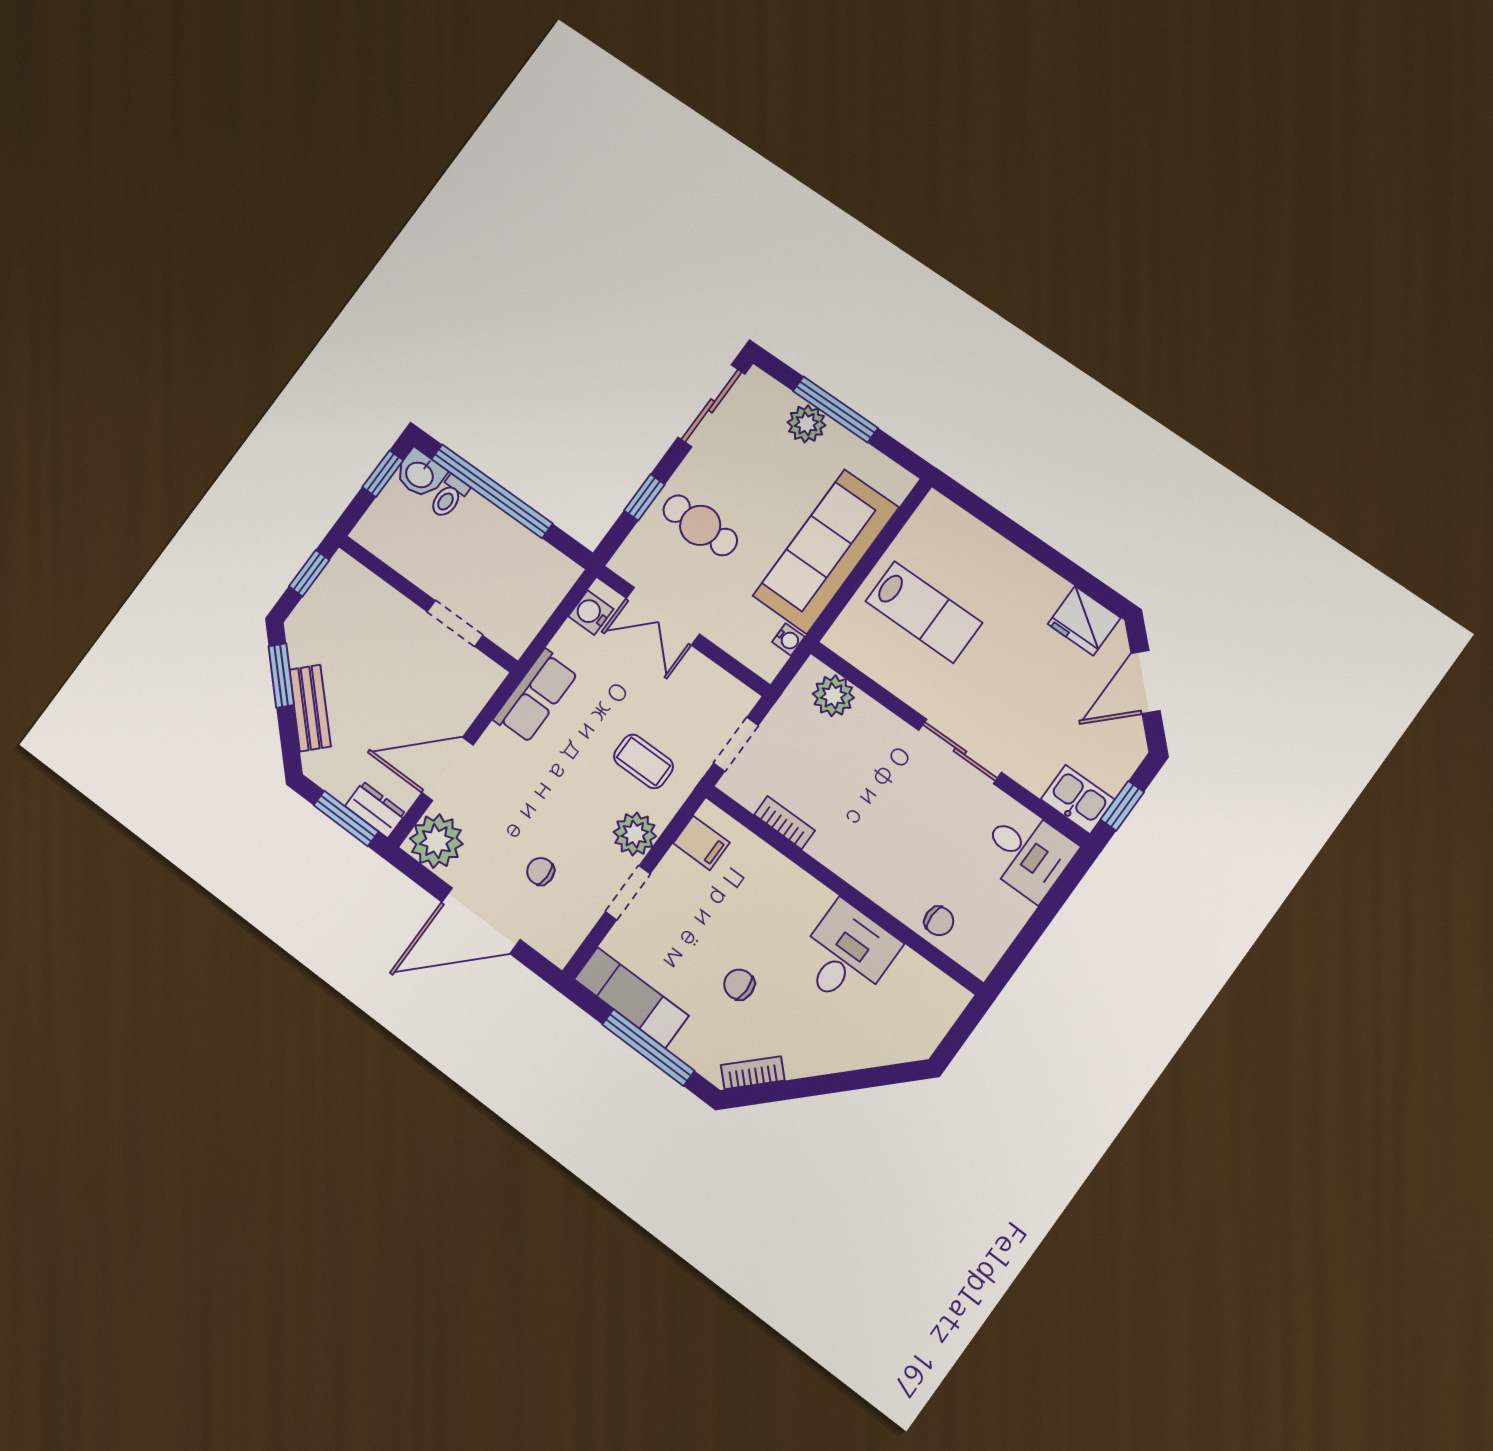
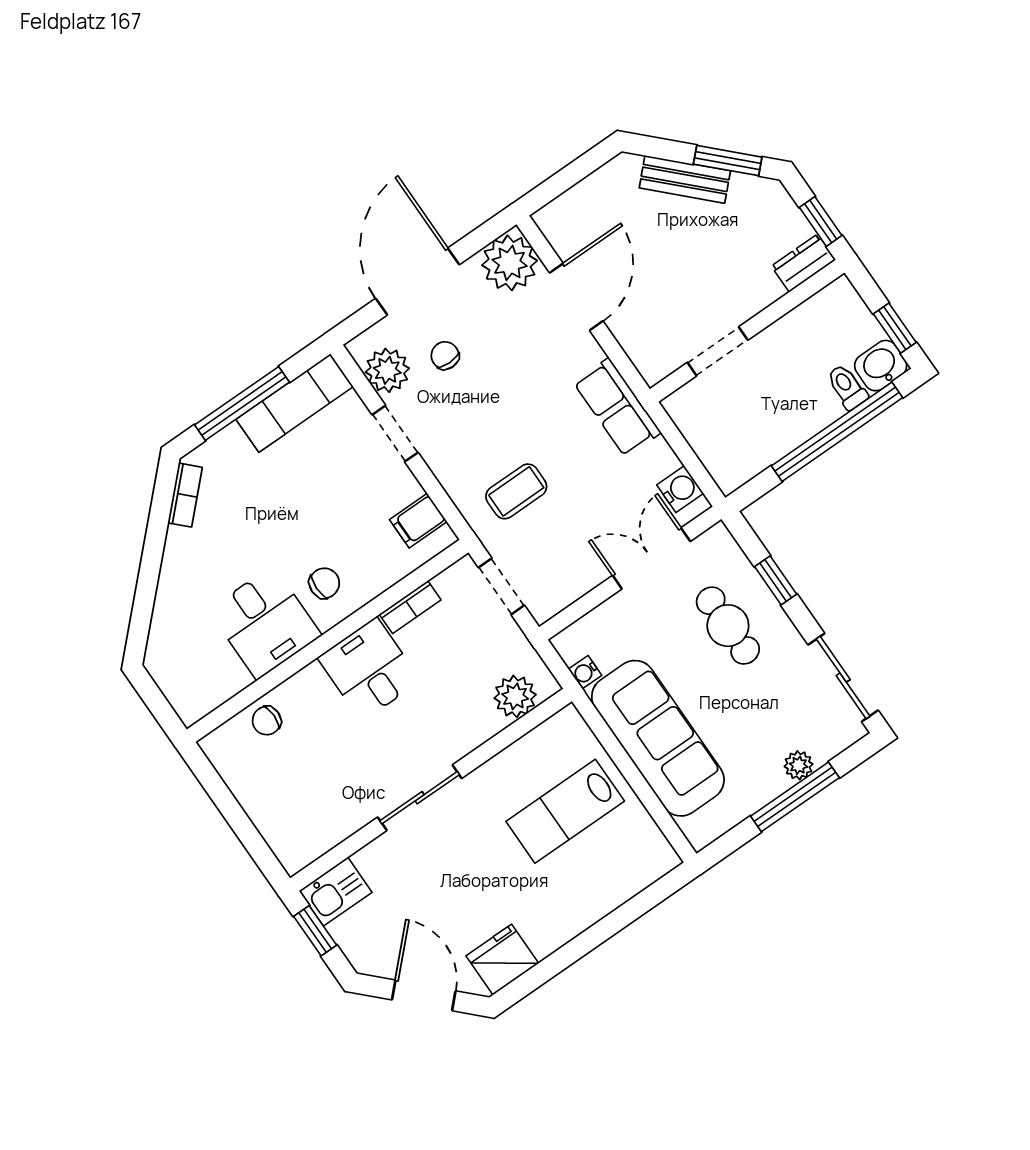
plant: (807, 424) -> (799, 765), width x0.73, depth x0.73
cafe table: (700, 525) -> (728, 626), turned 90
dresser: (375, 810) -> (804, 263), moved, turned 180
window: (346, 818) -> (563, 180), removed
plant: (635, 834) -> (387, 370), moved
desk: (1027, 853) -> (369, 669), moved, turned 90
chair: (541, 871) -> (445, 356), turned -90
chair: (739, 984) -> (324, 583), moved

